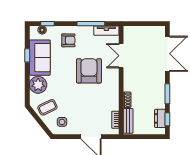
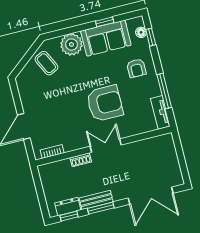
double door: (121, 56) -> (106, 146), moved
bench: (128, 121) -> (96, 200), moved
side table: (62, 122) -> (33, 86), removed

